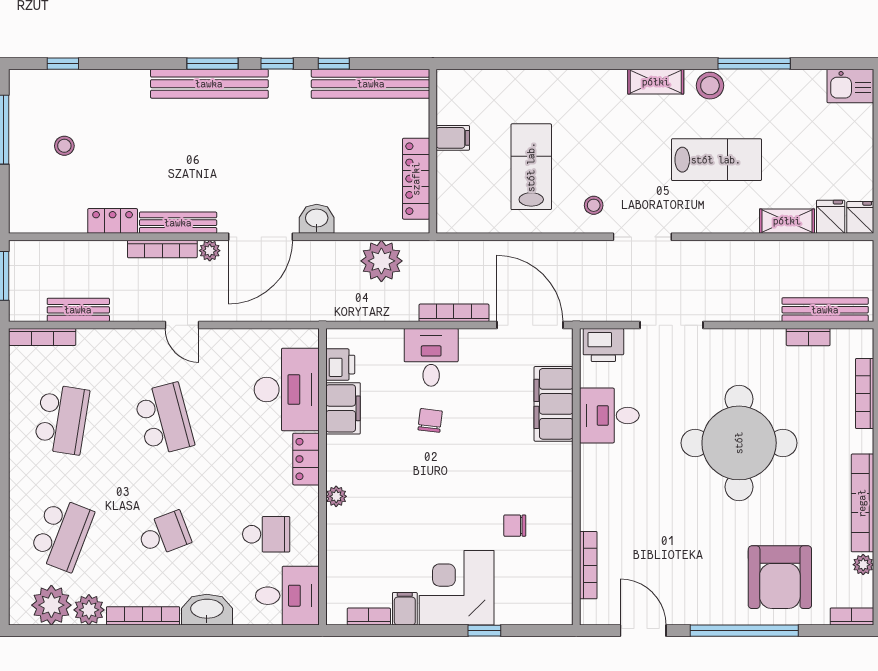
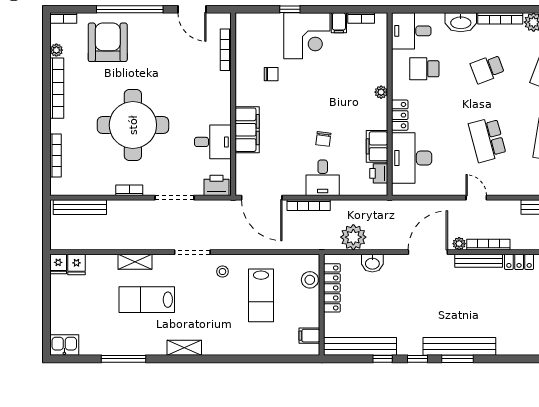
stool: (710, 86) -> (310, 280), moved
filing cabinet: (453, 138) -> (309, 336), moved
washbasin: (317, 219) -> (372, 263), moved
shelving: (787, 221) -> (135, 262), moved
bookcase: (808, 337) -> (129, 190), moved
filing cabinet: (554, 404) -> (247, 130), moved

